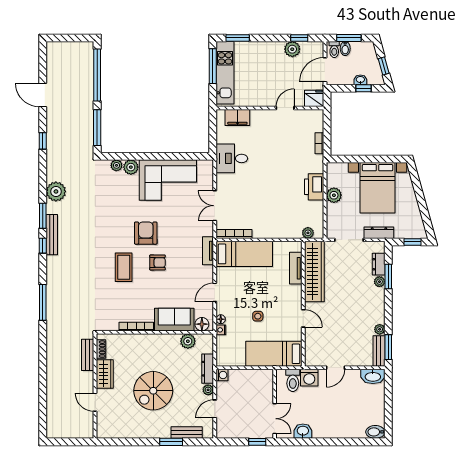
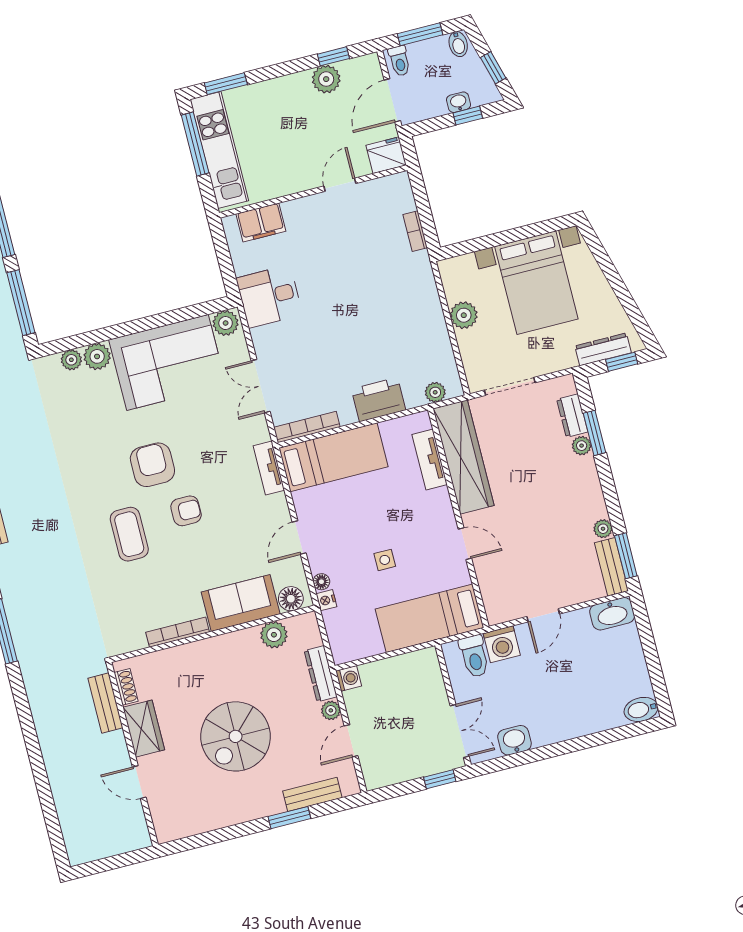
bidet: (345, 48) -> (458, 44), moved
plant: (205, 167) -> (226, 323), added
printer: (314, 187) -> (378, 400), moved, turned 90
dresser: (379, 233) -> (603, 349), moved

